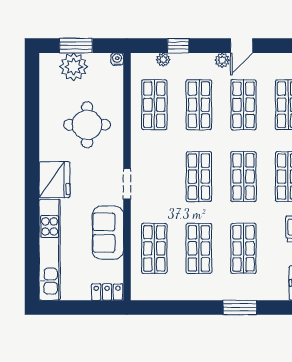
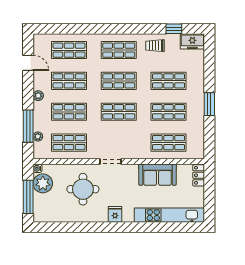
window: (76, 46) -> (28, 197), width x1.44
window: (178, 46) -> (28, 126), width x2.17
door: (242, 46) -> (28, 63), moved
plant: (74, 67) -> (43, 183), moved
fridge: (55, 180) -> (115, 214), width x0.53, depth x0.75
doorway: (127, 184) -> (110, 161), moved
window: (240, 307) -> (209, 104), moved

